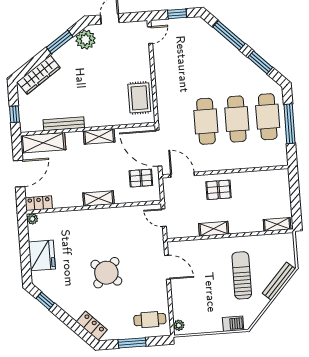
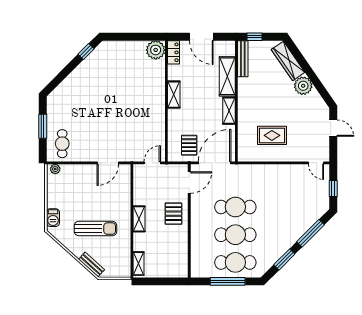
plant: (86, 40) -> (303, 86), moved
window: (60, 42) -> (316, 82), removed
rug: (139, 98) -> (272, 135), moved
bench: (64, 124) -> (243, 59), moved
shelving: (43, 143) -> (227, 76), moved
shelving: (98, 199) -> (174, 95), moved
plant: (32, 219) -> (156, 50), width x1.88, depth x1.88
shelving: (214, 229) -> (139, 219), moved
fridge: (42, 255) -> (127, 52), removed
round table: (106, 273) -> (107, 108), removed
bench: (279, 281) -> (92, 264), width x0.73
locker: (92, 326) -> (61, 91), removed

